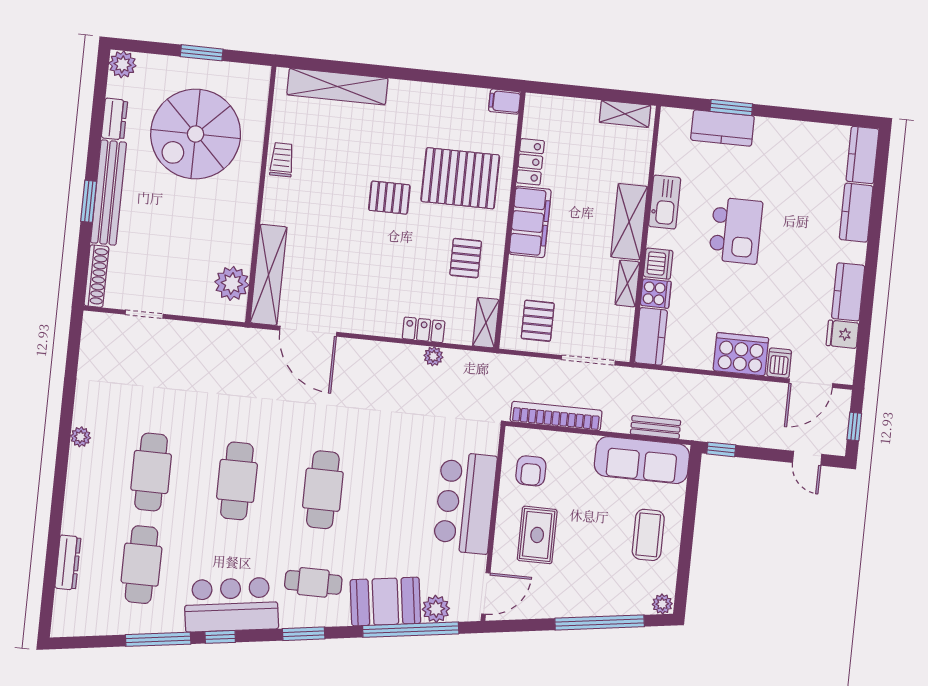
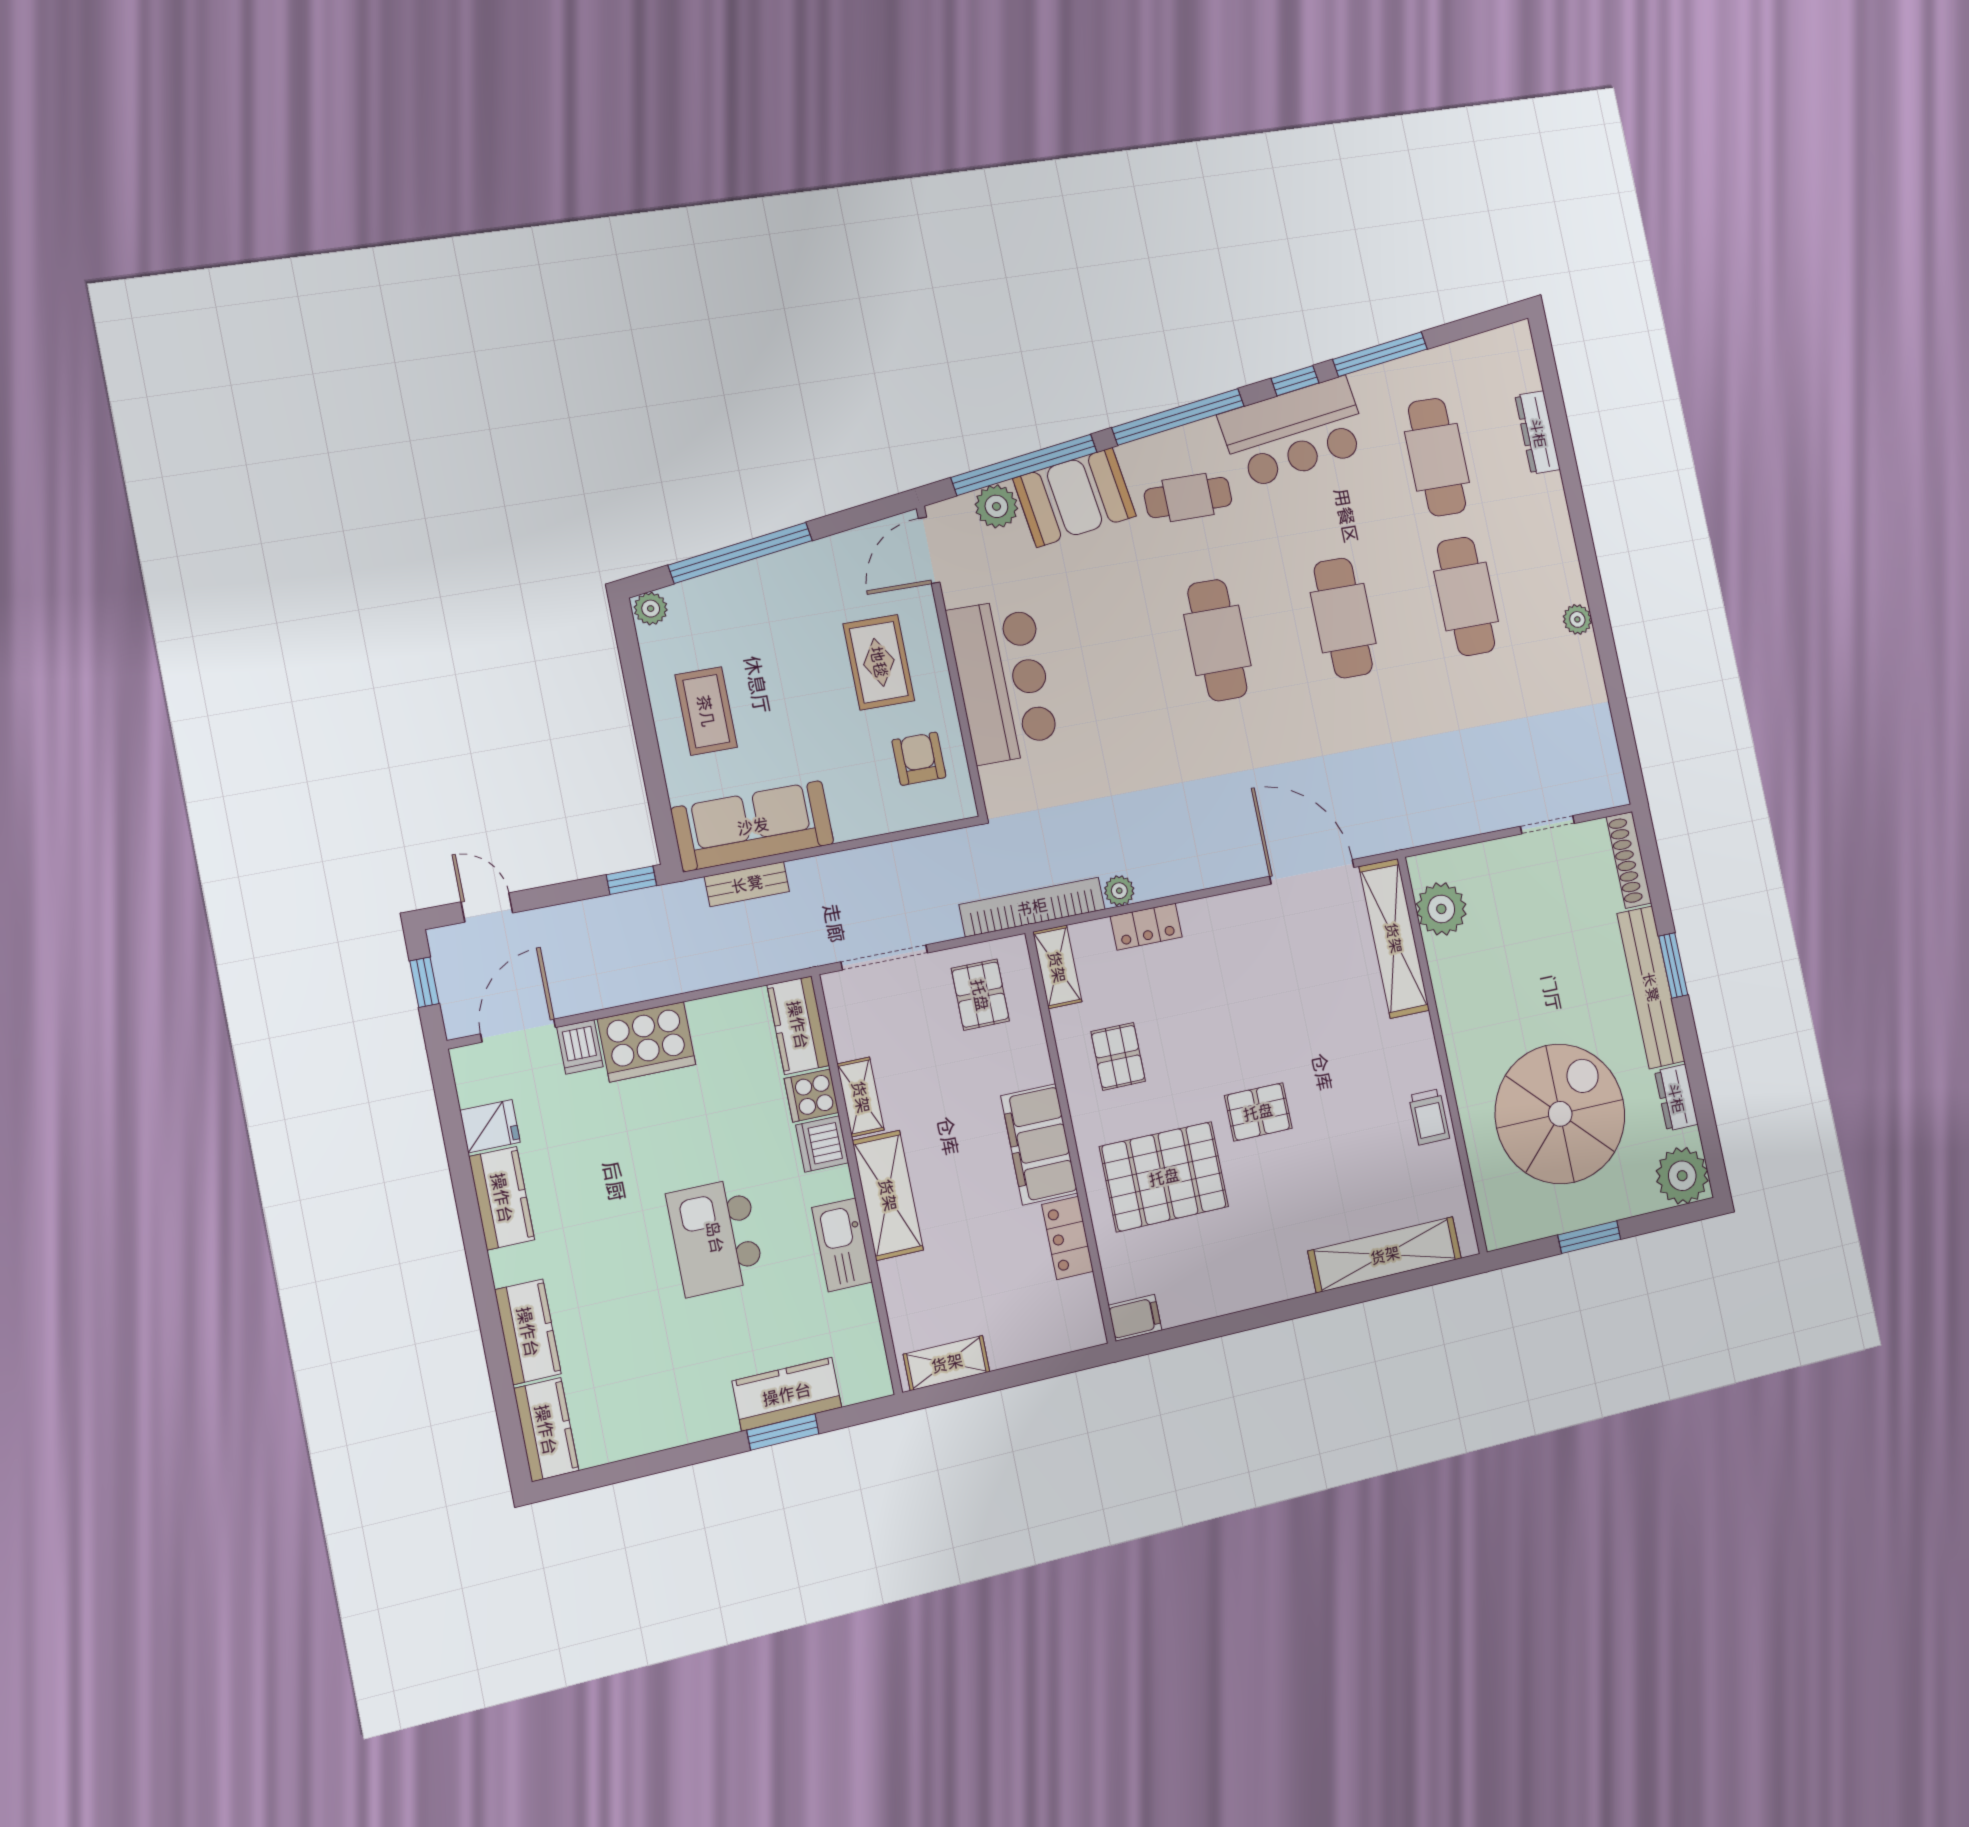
plant: (123, 64) -> (1682, 1176), width x1.36, depth x1.36
bookcase: (556, 416) -> (1032, 907), moved, turned 180
window: (304, 634) -> (1178, 417), width x2.11

